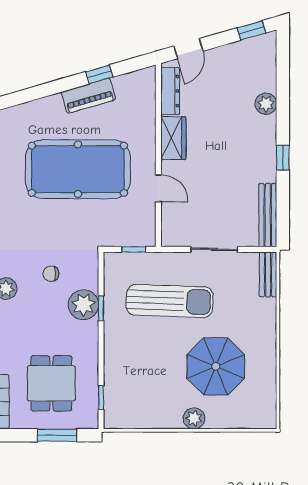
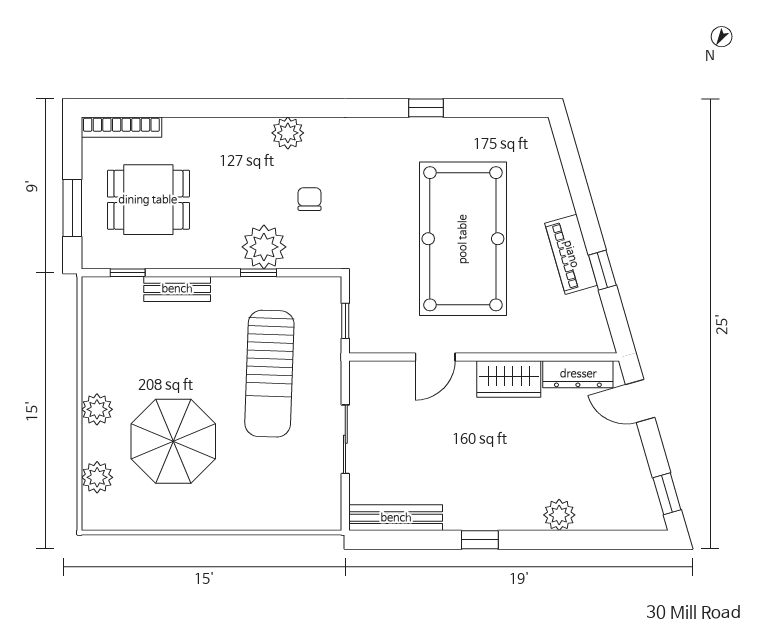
bench: (268, 274) -> (177, 289), moved
plant: (240, 418) -> (97, 477), added

